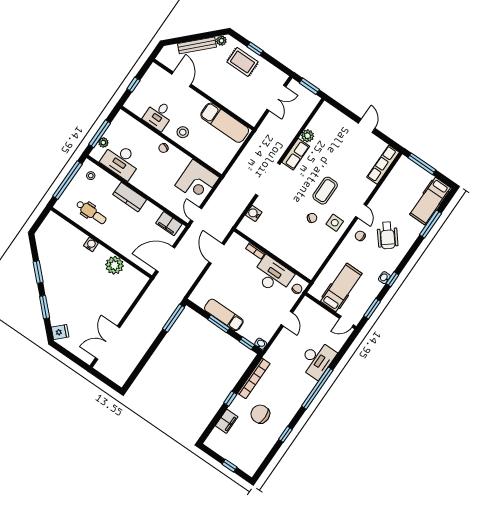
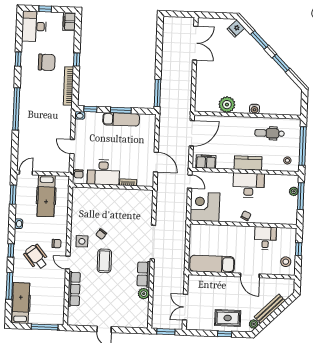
door: (181, 79) -> (250, 275), moved
stool: (183, 132) -> (286, 262), moved
desk: (121, 161) -> (249, 185), moved
row of seats: (383, 165) -> (74, 289), moved
water cooler: (254, 213) -> (147, 210), removed
window: (392, 279) -> (11, 250), moved
desk: (317, 359) -> (34, 26), moved
filing cabinet: (227, 421) -> (69, 22), moved

